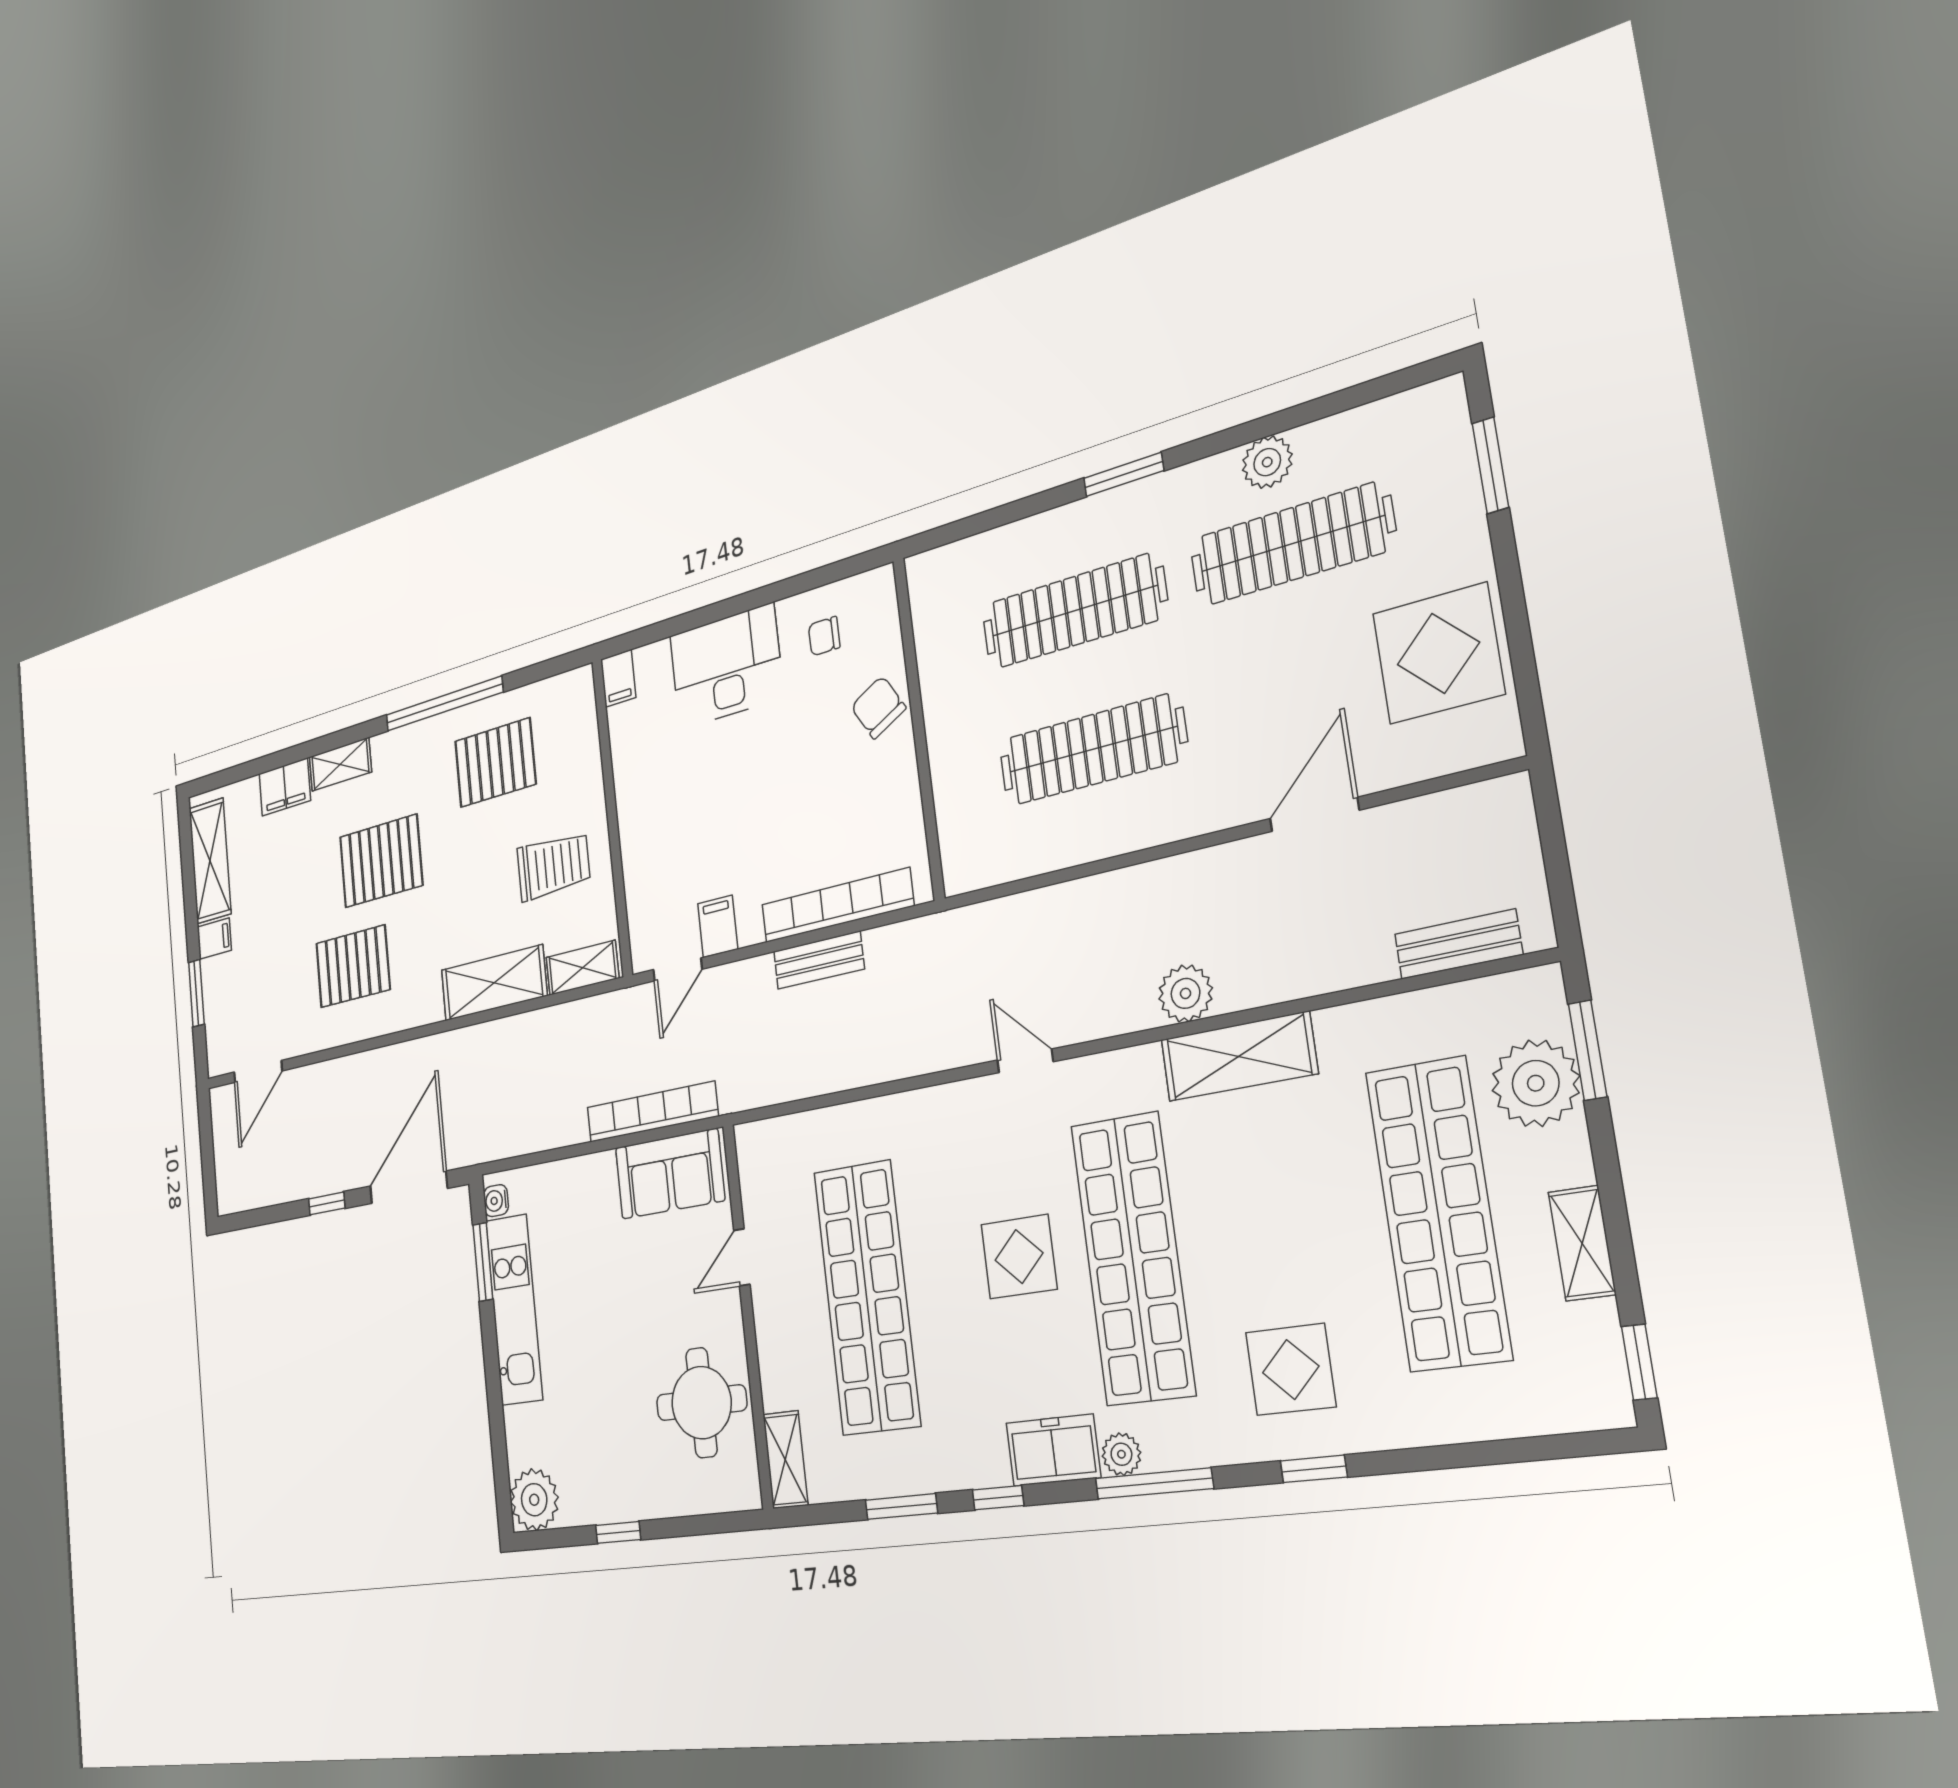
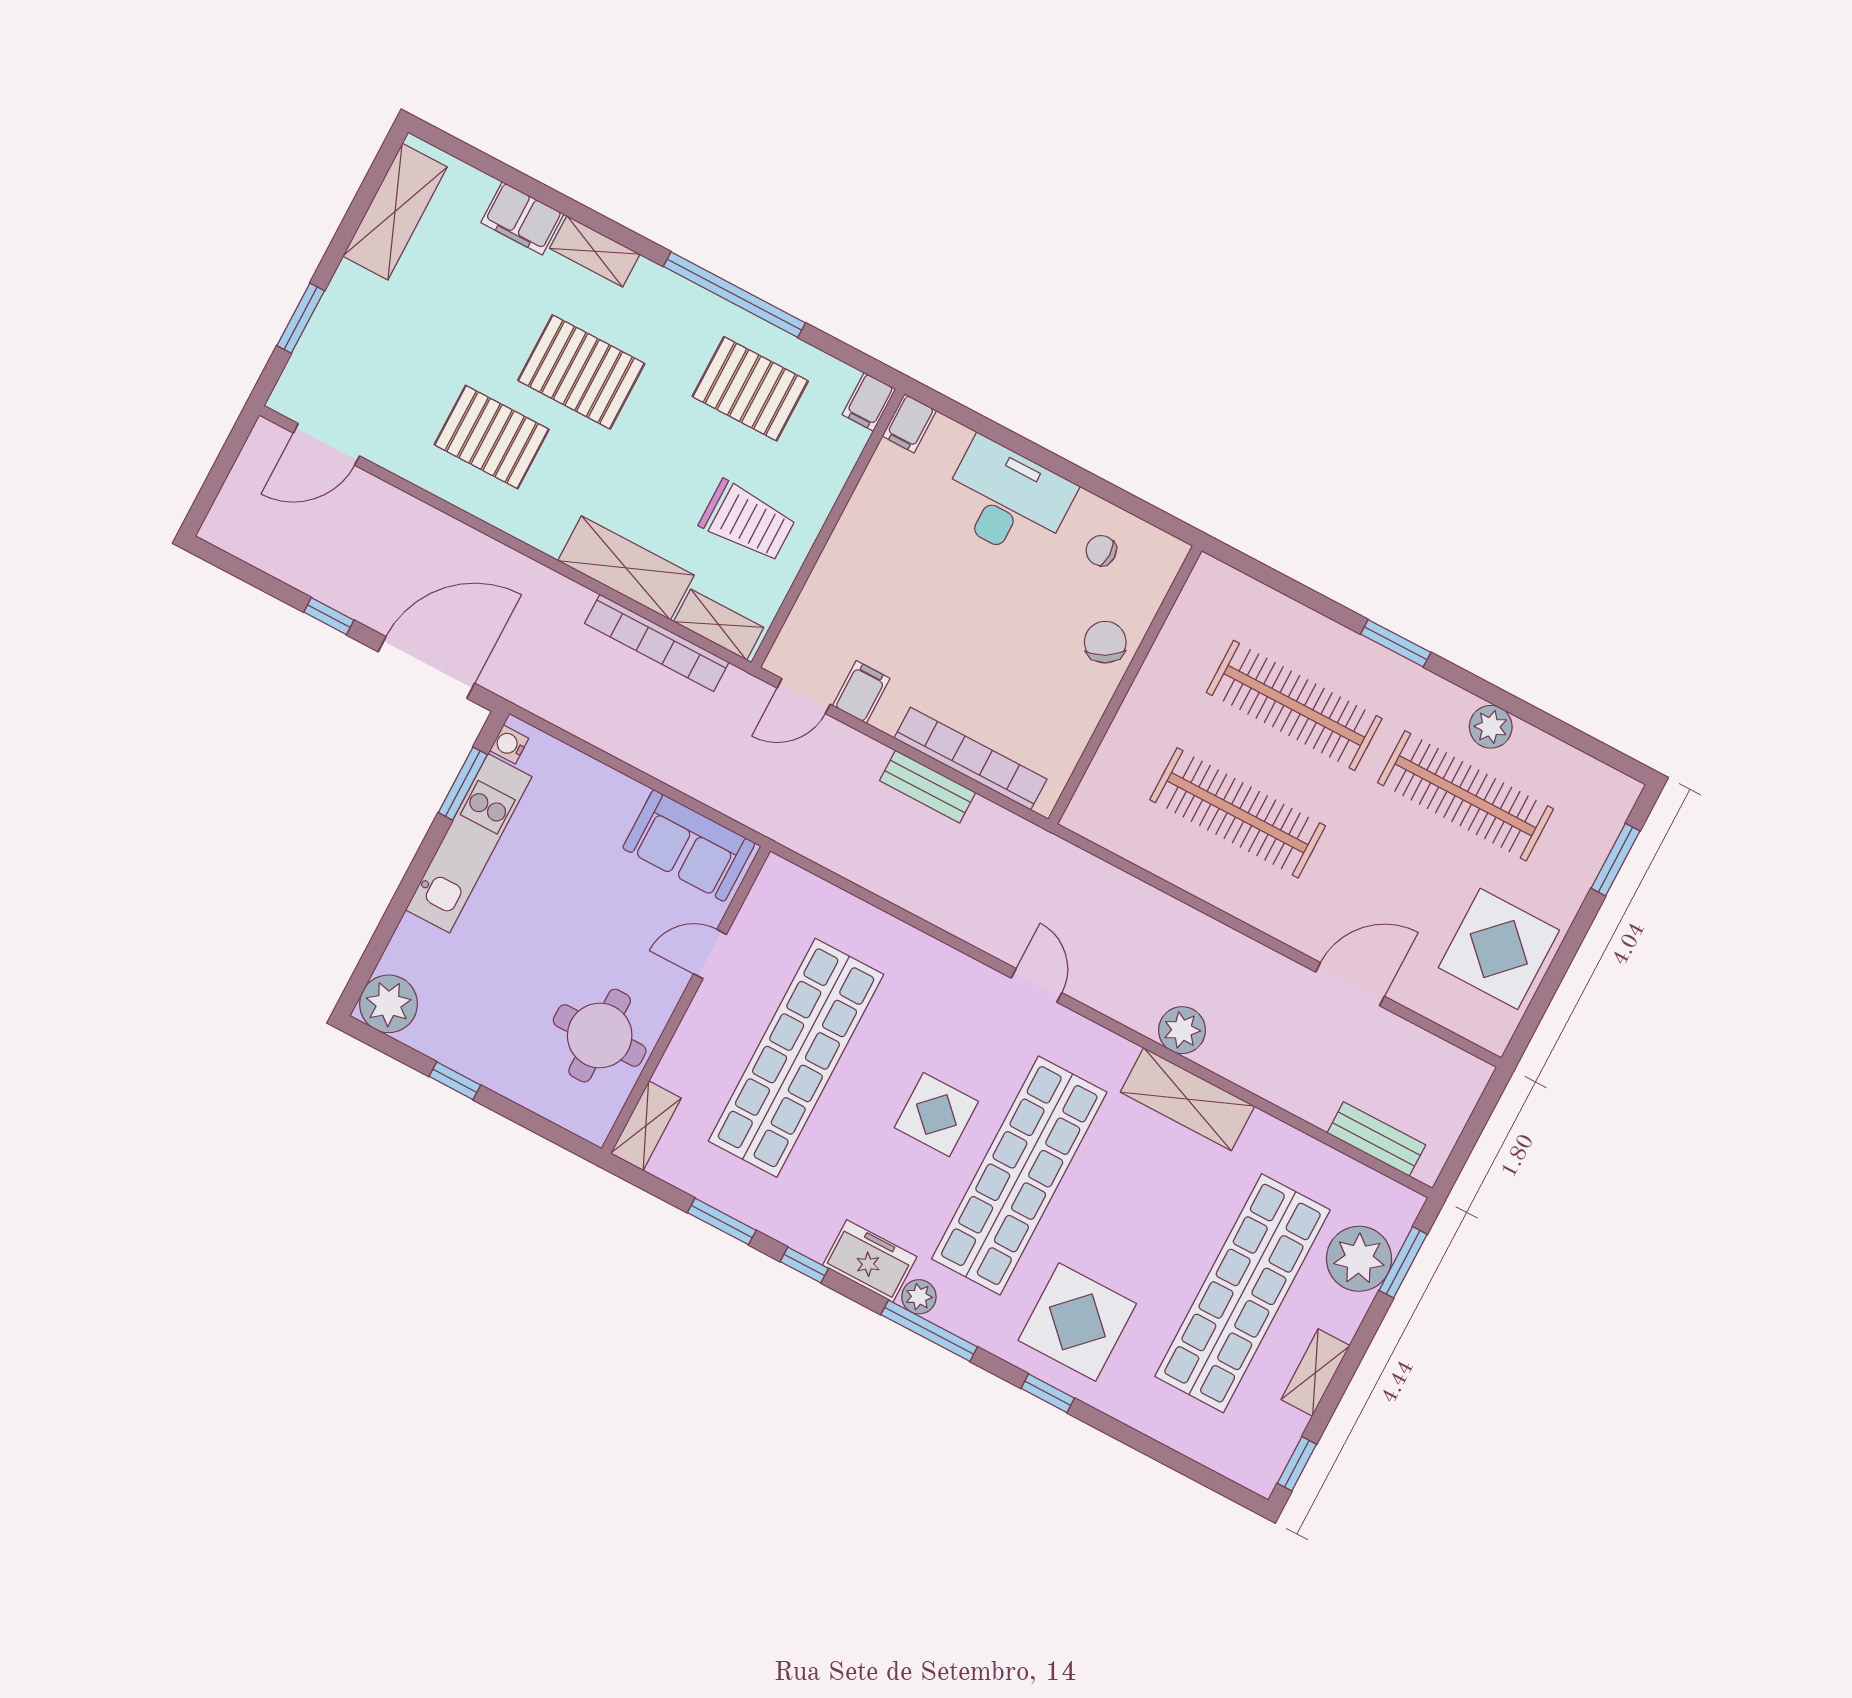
filing cabinet: (214, 939) -> (869, 402), moved, turned 90
bookcase: (652, 1112) -> (657, 643), moved, turned 180
display table: (1291, 1369) -> (1077, 1322), width x1.36, depth x1.36

